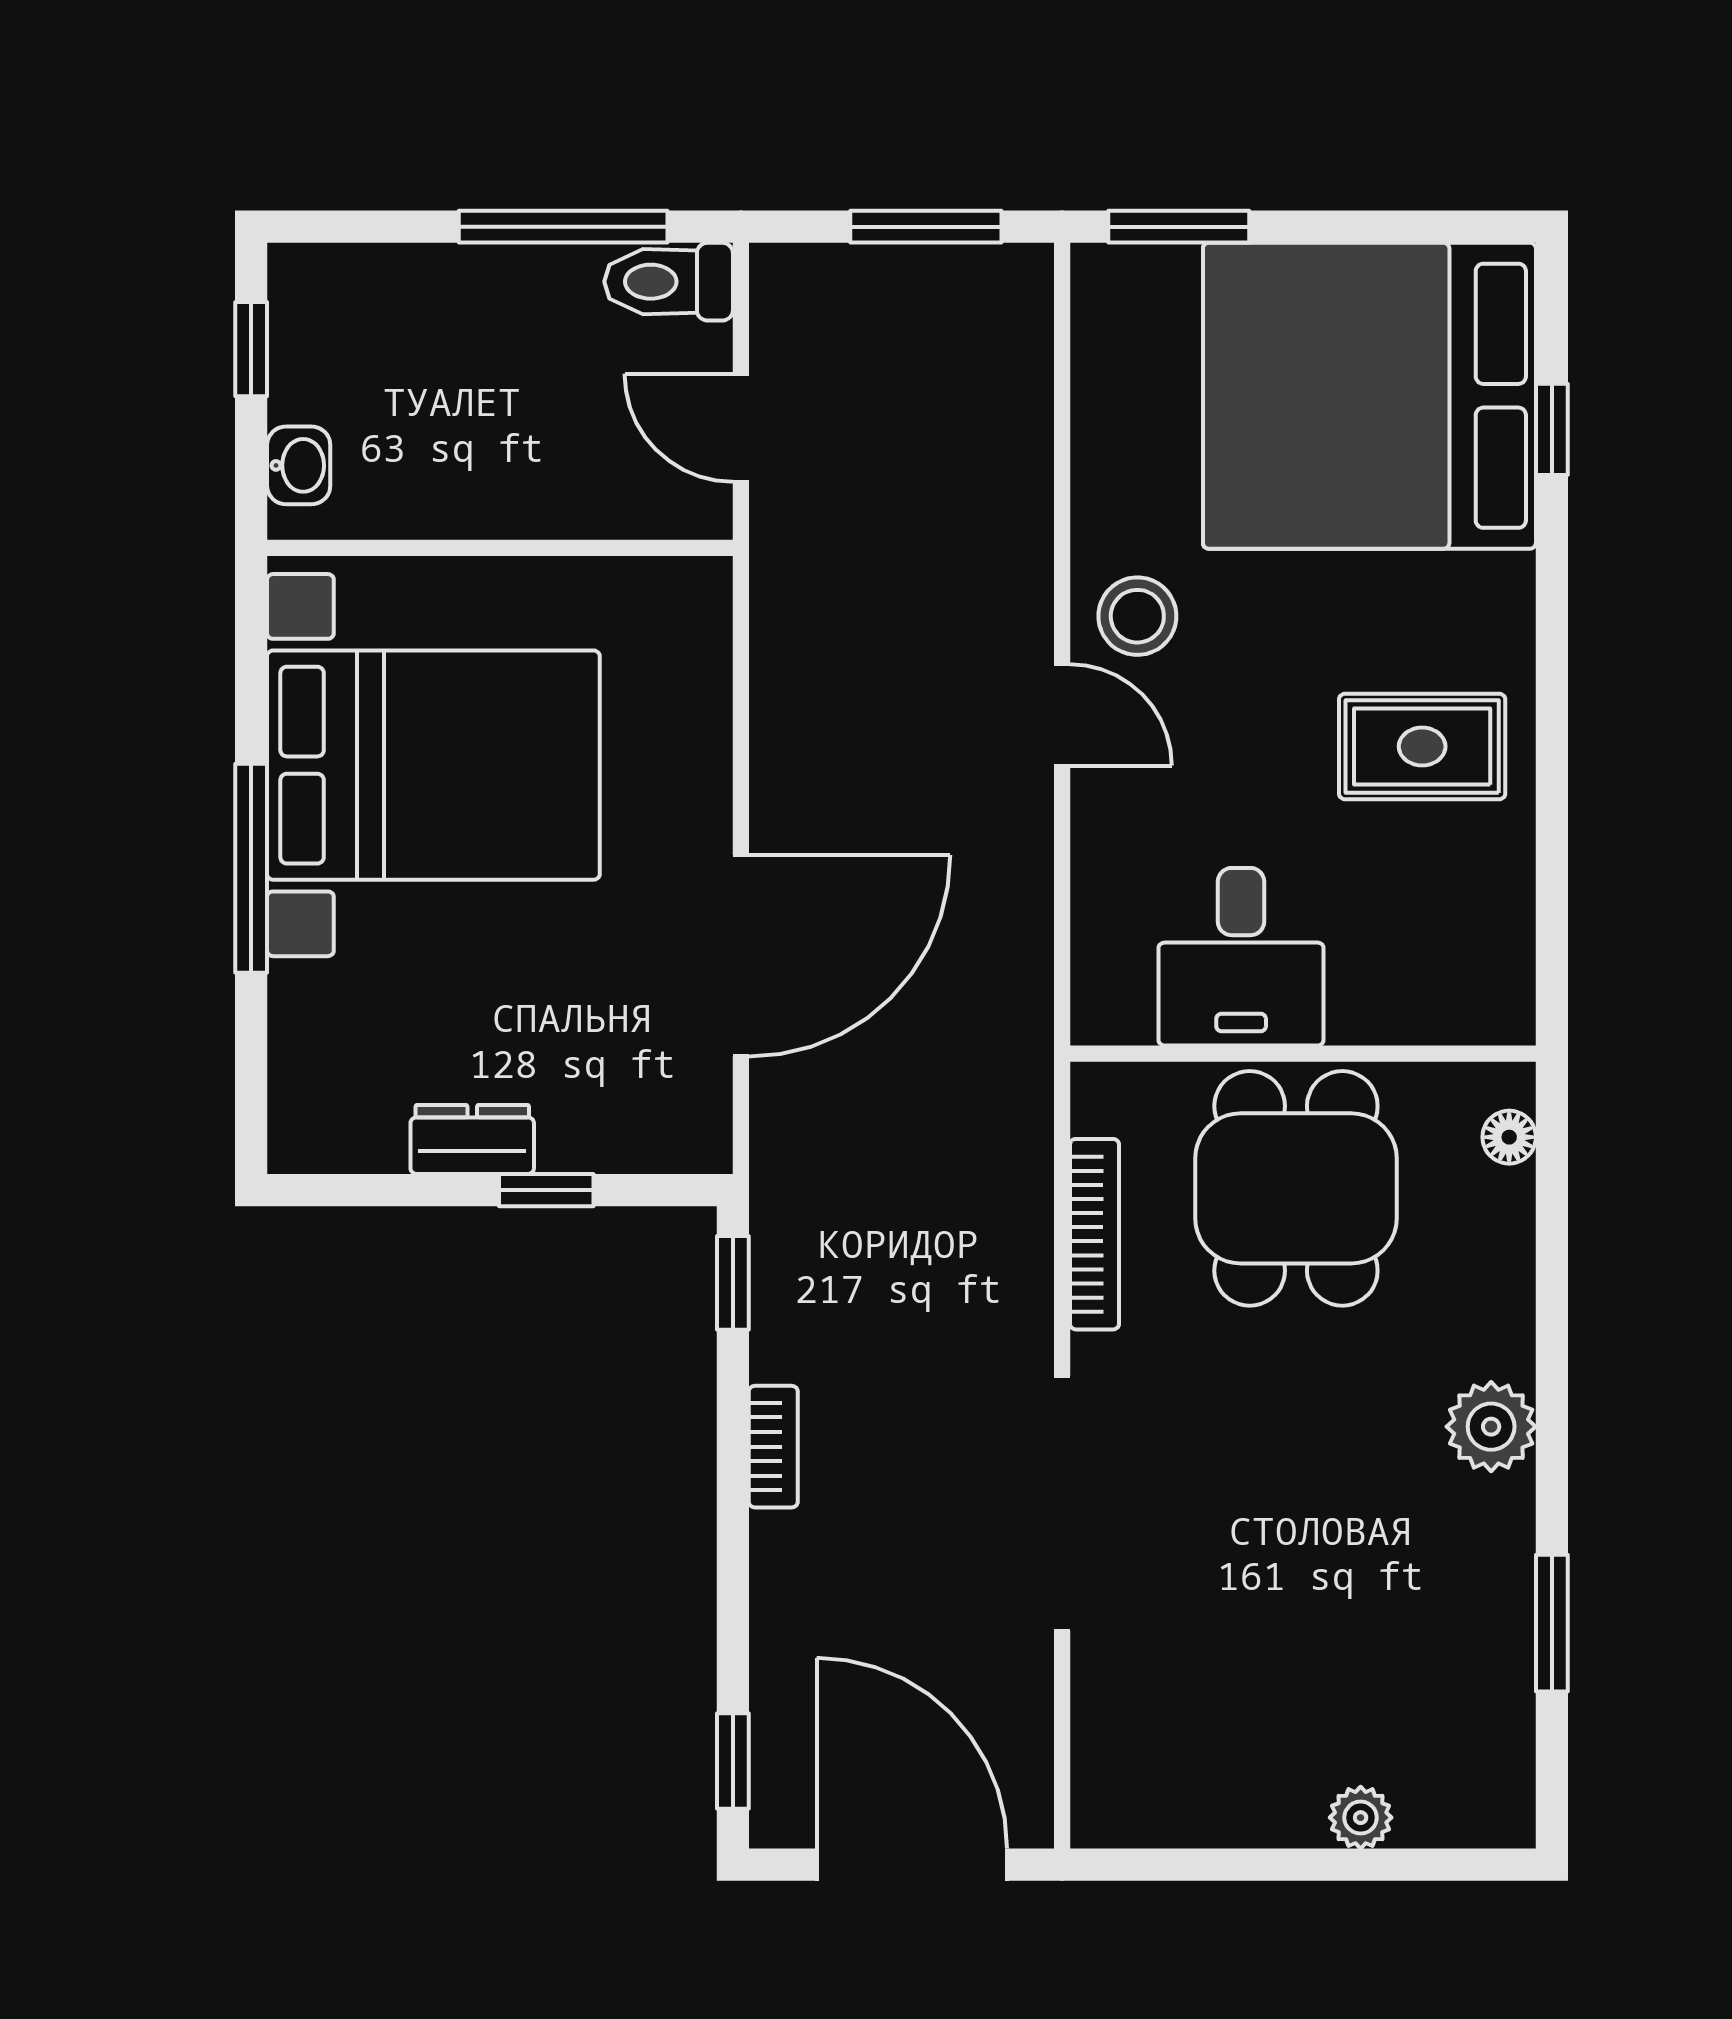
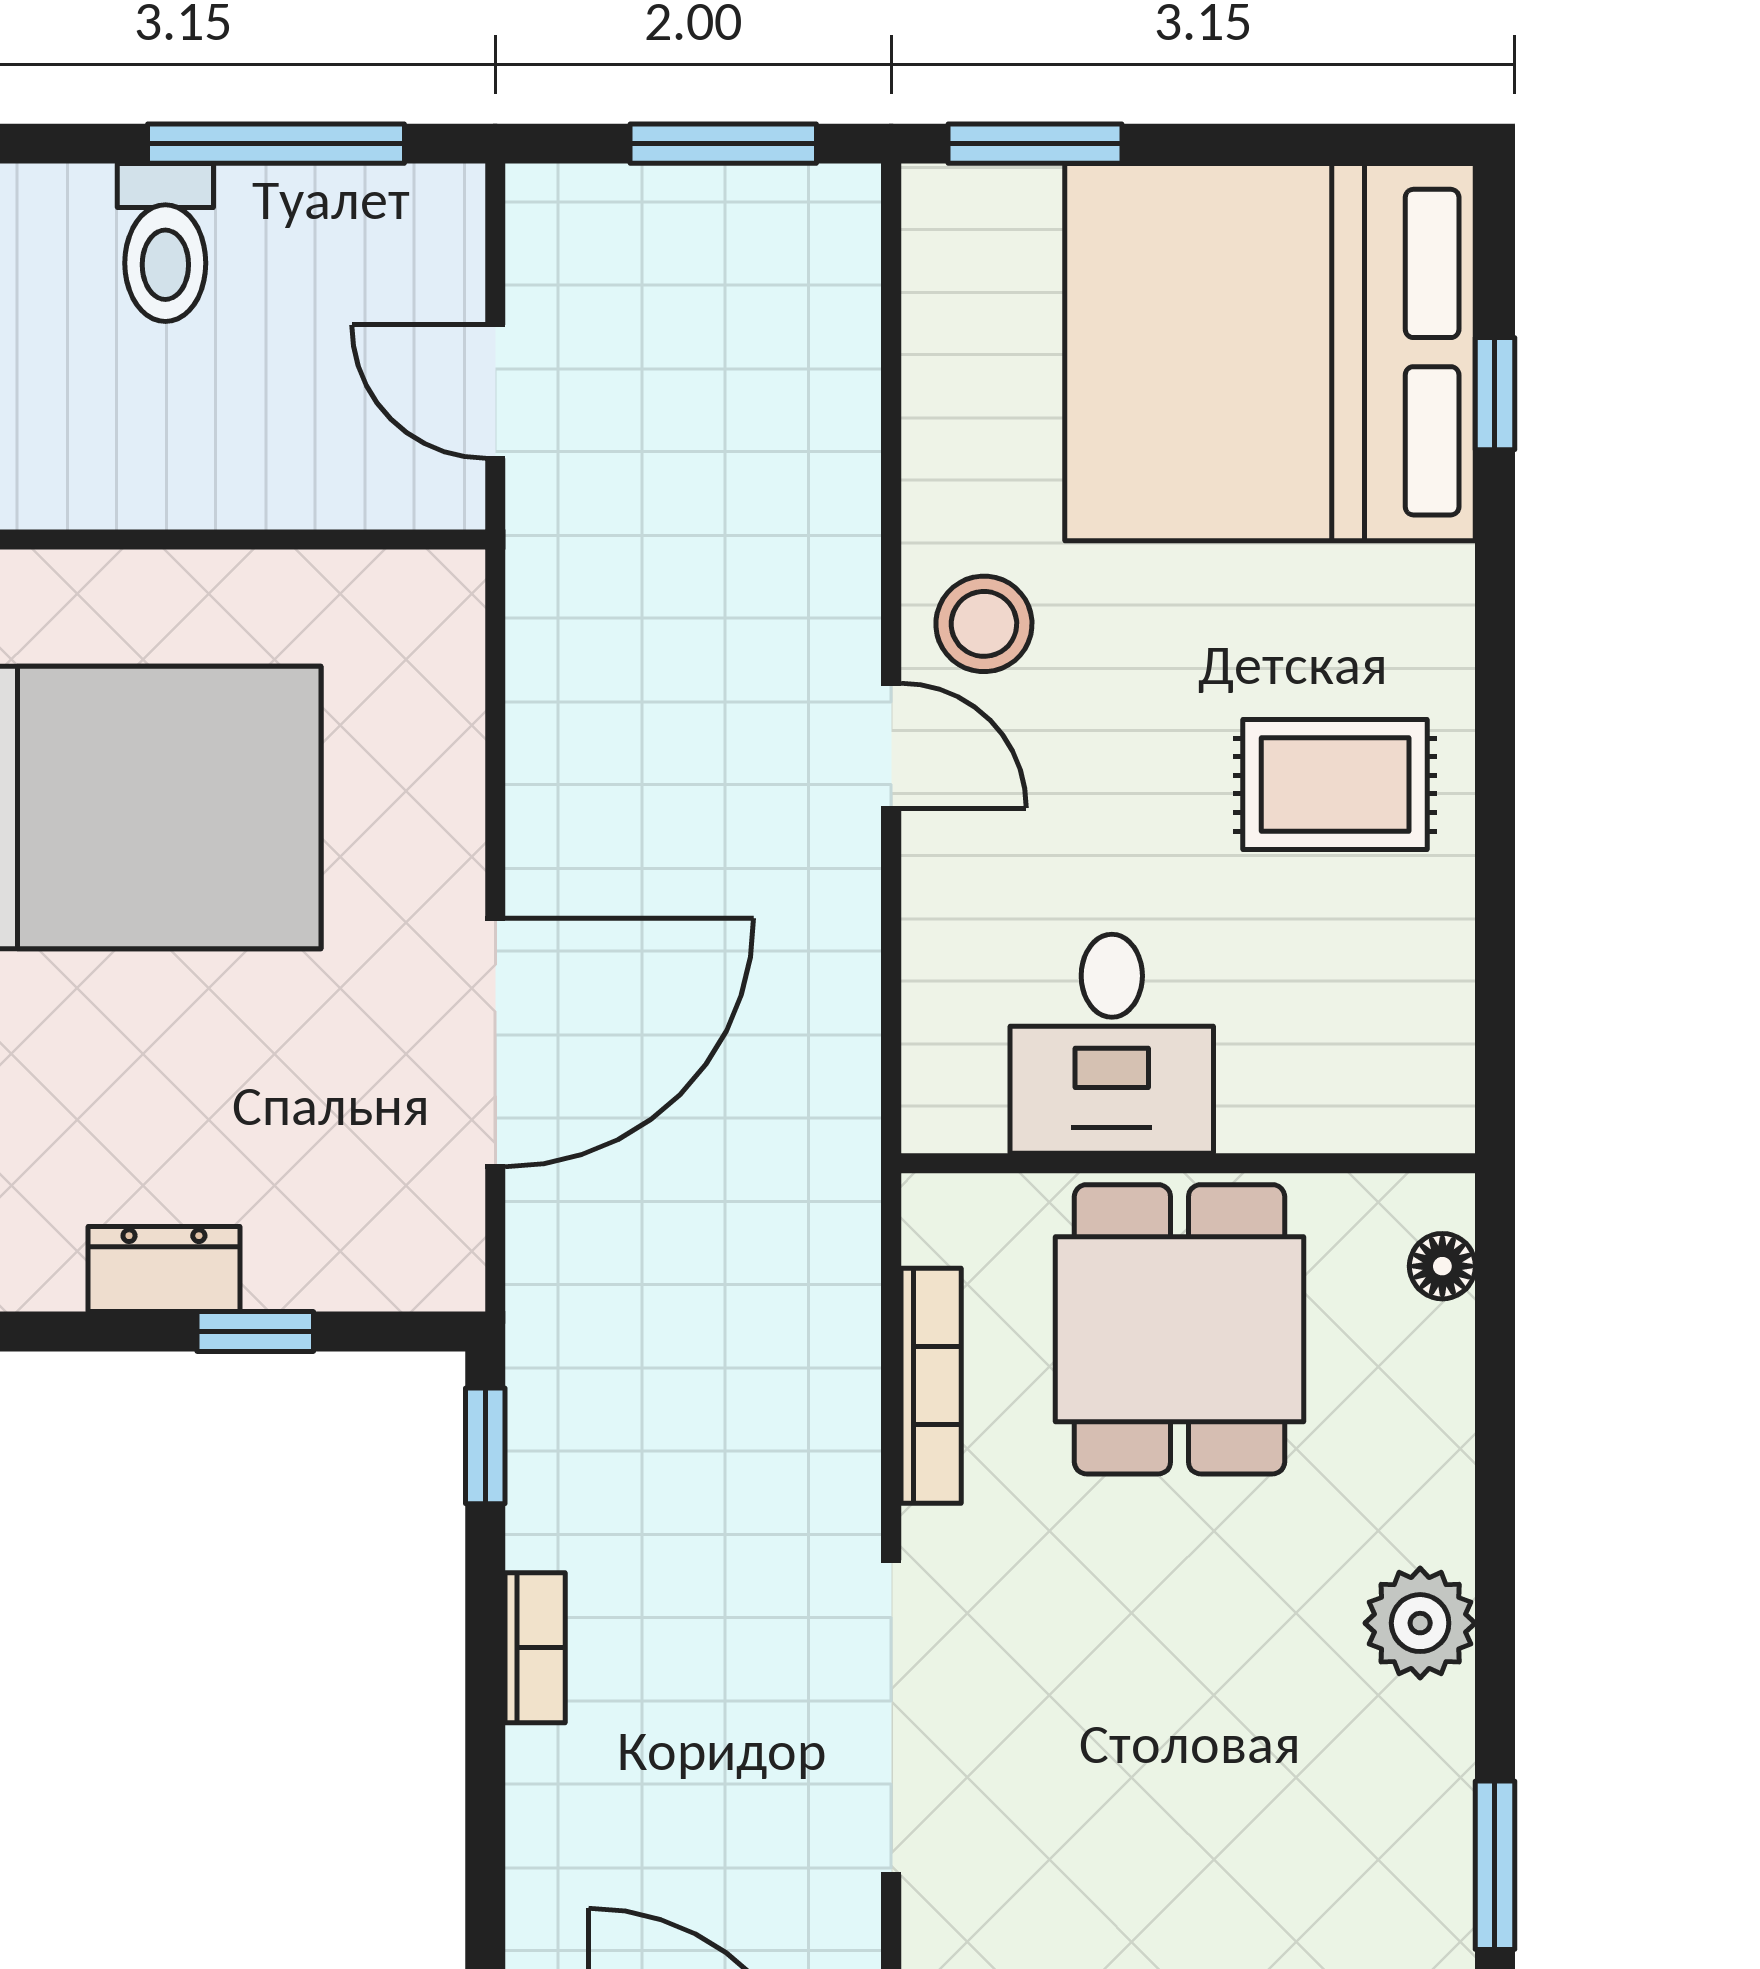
toilet: (669, 282) -> (165, 243), moved, turned -90

